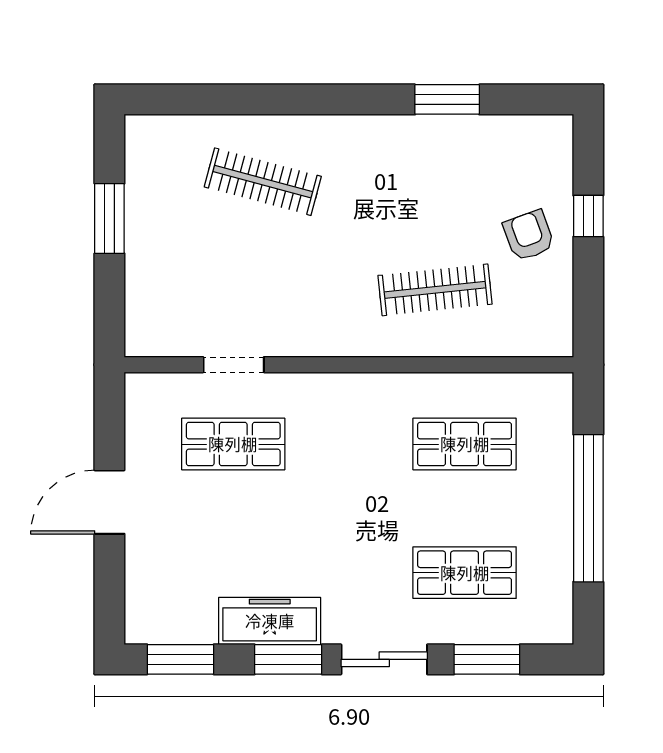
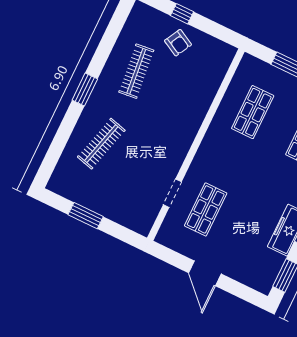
window: (447, 99) -> (85, 89), moved
armchair: (529, 235) -> (178, 43), turned -132
clothes rail: (435, 290) -> (136, 71), moved

